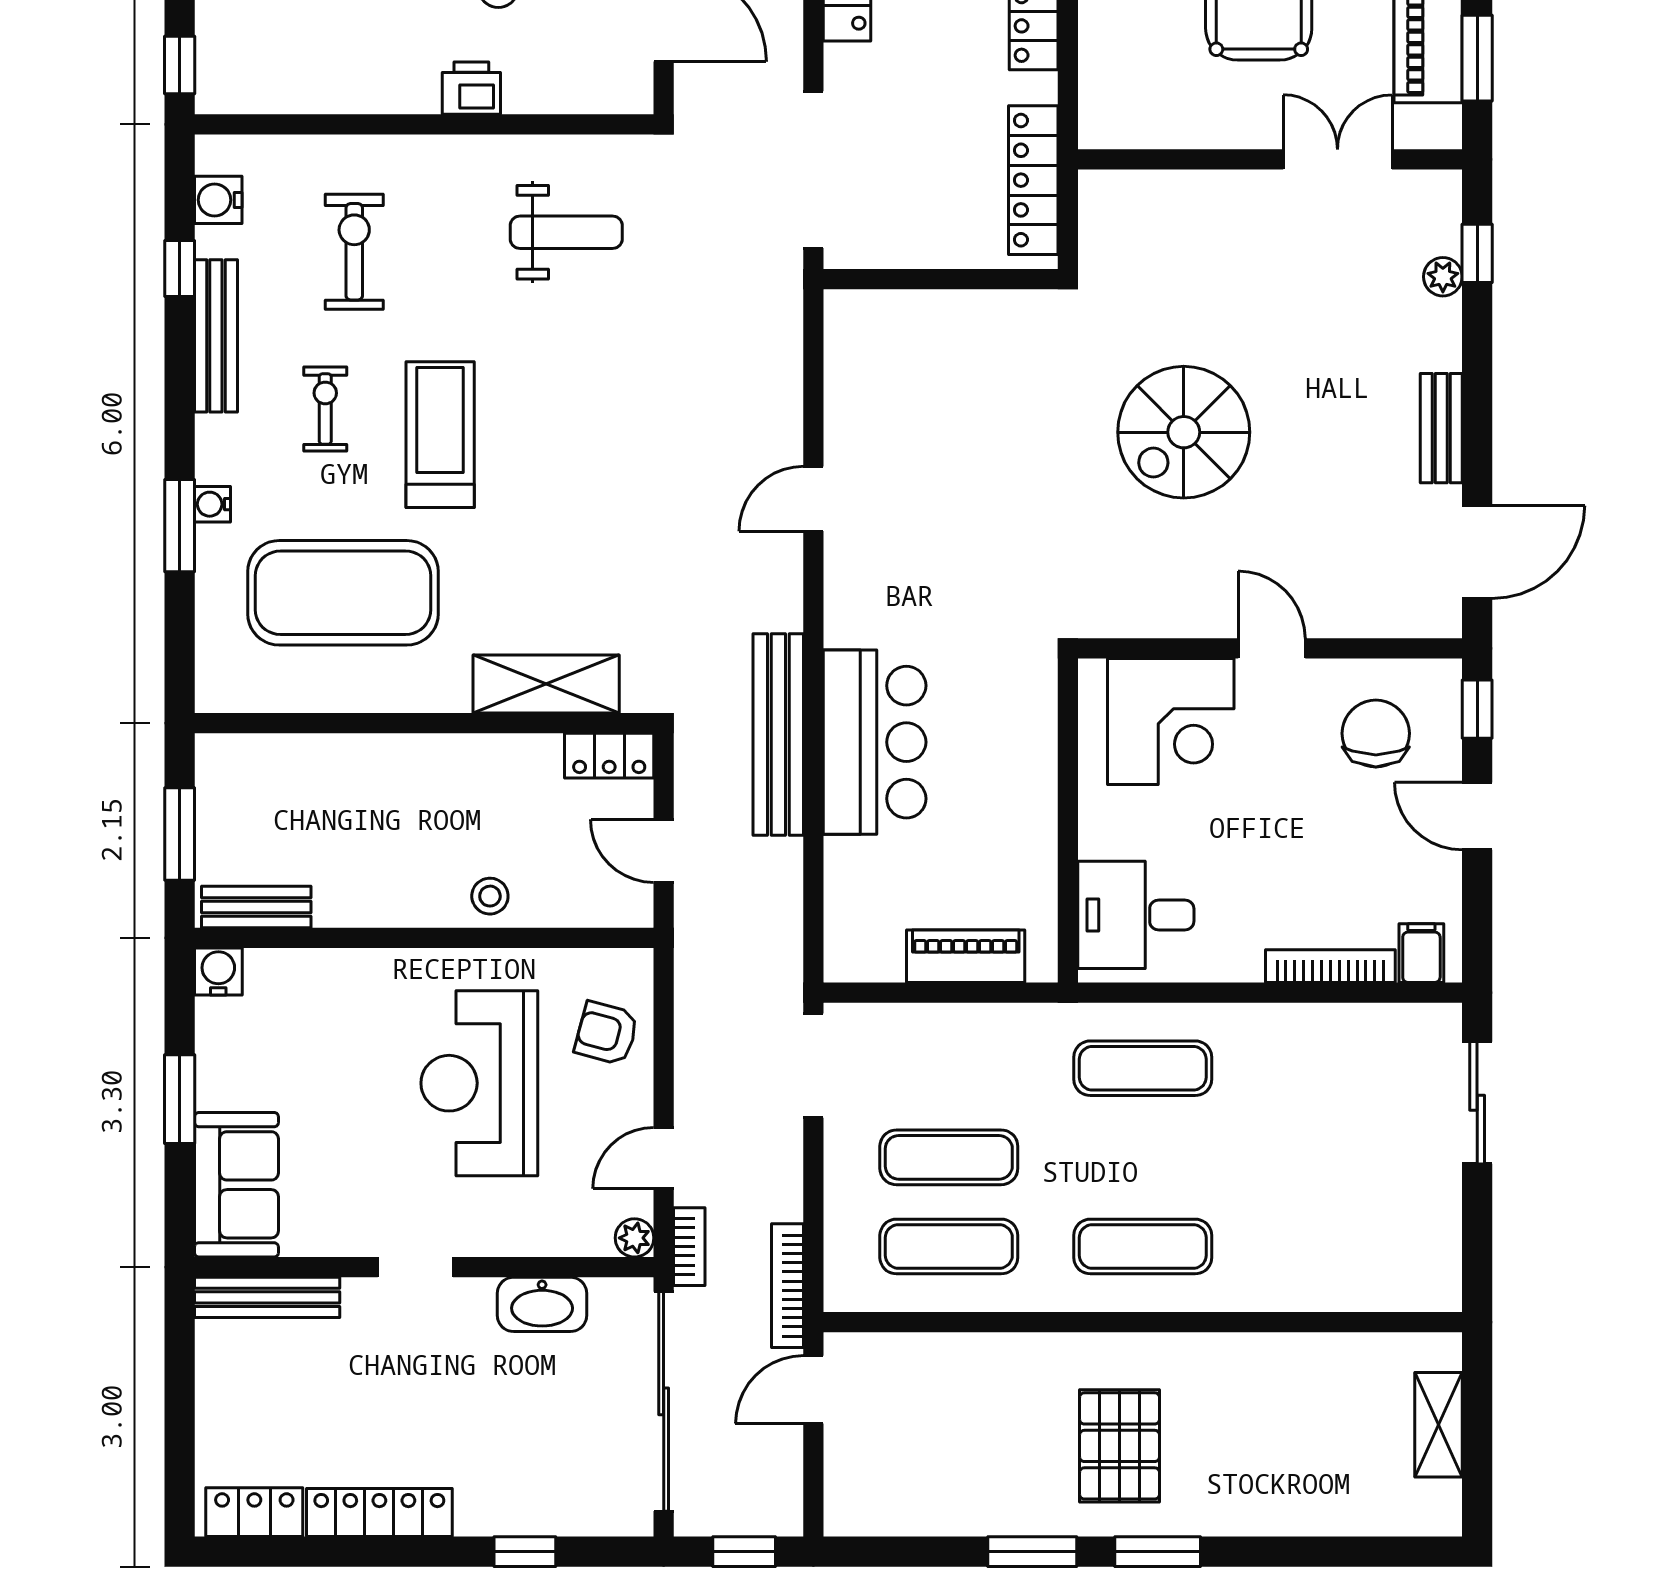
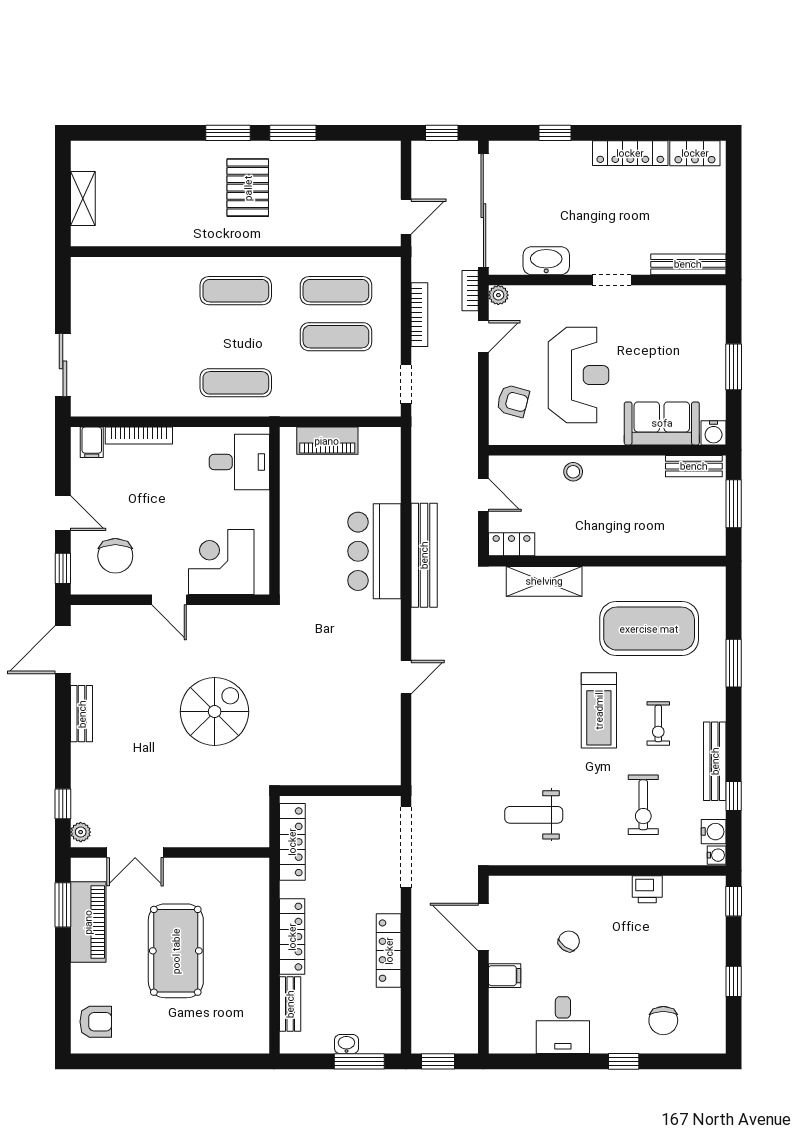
printer: (471, 88) -> (647, 889), moved
plant: (1443, 277) -> (81, 832), moved
water cooler: (212, 504) -> (717, 855), moved
doorway: (813, 1066) -> (406, 384), width x0.73
sofa: (236, 1185) -> (662, 423), moved, turned 90
bookcase: (788, 1286) -> (419, 315), moved

